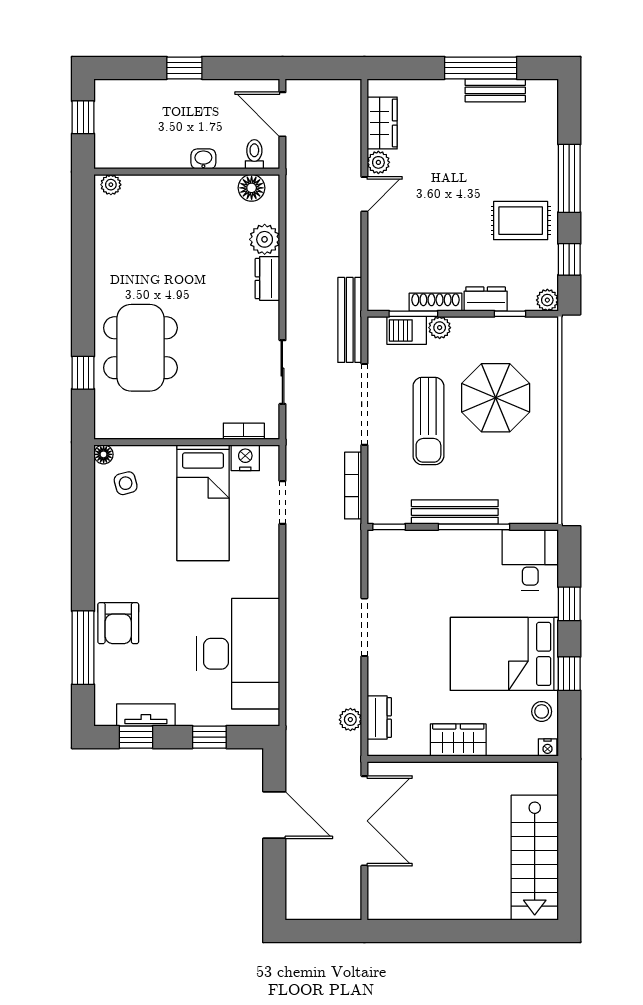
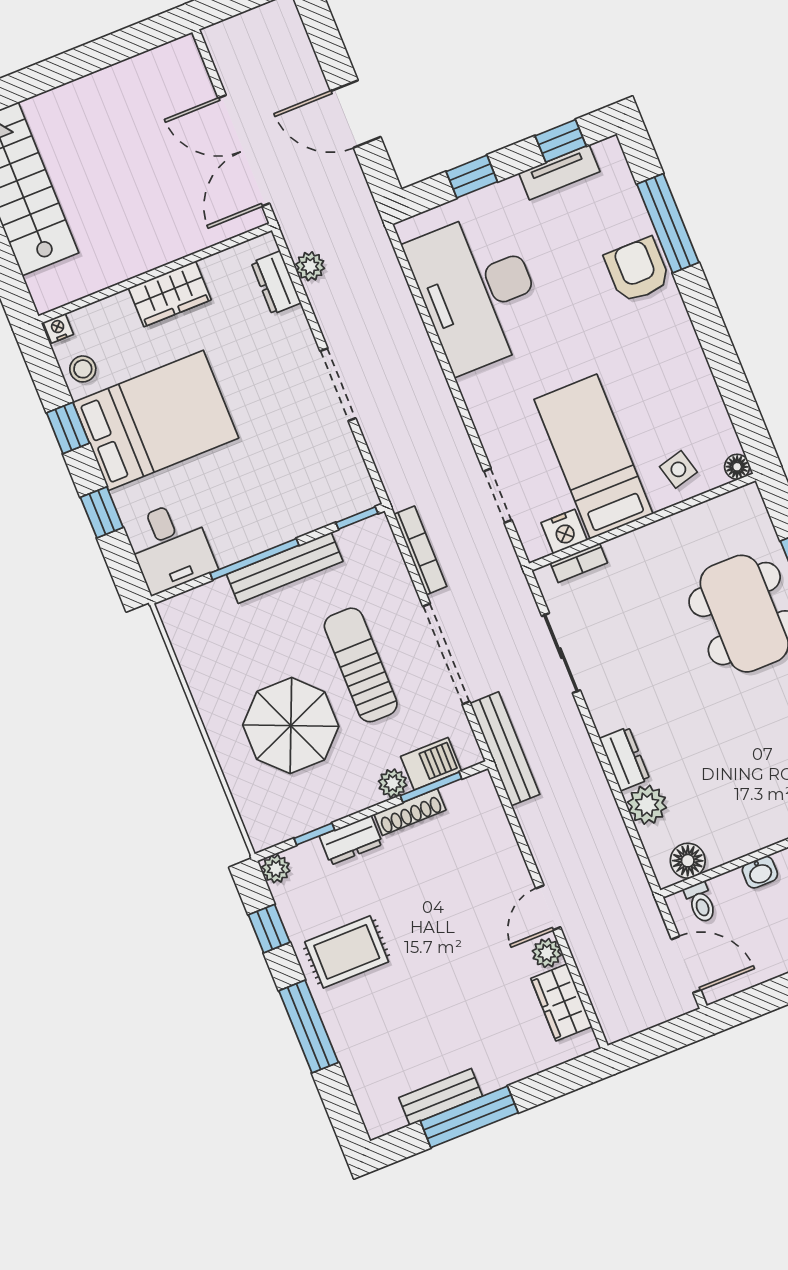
side table: (126, 483) -> (678, 469), moved

